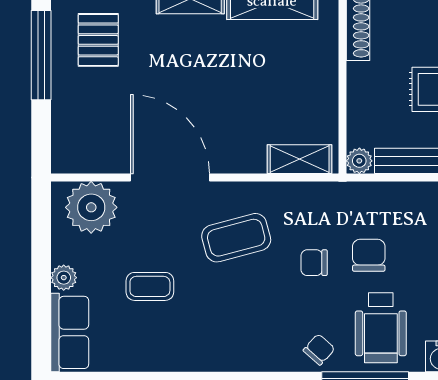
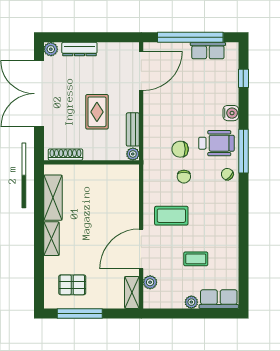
shelving: (300, 159) -> (132, 292), moved
plant: (91, 207) -> (150, 282), width x0.53, depth x0.53
coffee table: (236, 238) -> (171, 216), turned -75
coffee table: (150, 286) -> (196, 259), turned 90

